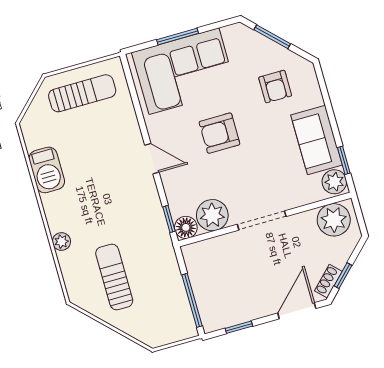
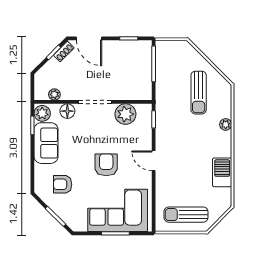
armchair: (275, 87) -> (63, 184), turned -90
armchair: (219, 133) -> (106, 165), turned -90
plant: (334, 220) -> (54, 94), width x0.53, depth x0.53
floor lamp: (186, 227) -> (67, 111), moved
door: (297, 311) -> (89, 38), hinge flipped

